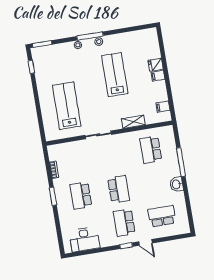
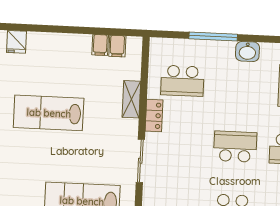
fridge: (156, 65) -> (16, 42), moved
filing cabinet: (158, 76) -> (100, 45), moved
locker: (127, 137) -> (154, 116), added

